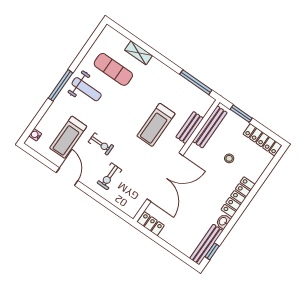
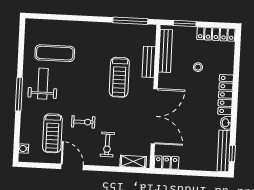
shelving: (139, 53) -> (133, 161), moved
weight bench: (87, 89) -> (43, 84), turned -90

